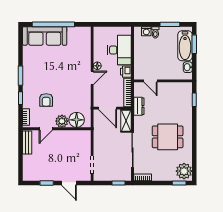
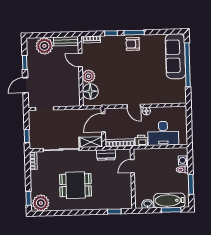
armchair: (46, 100) -> (133, 44), moved
dining table: (168, 137) -> (75, 185), turned 90
plant: (31, 163) -> (44, 46), added

